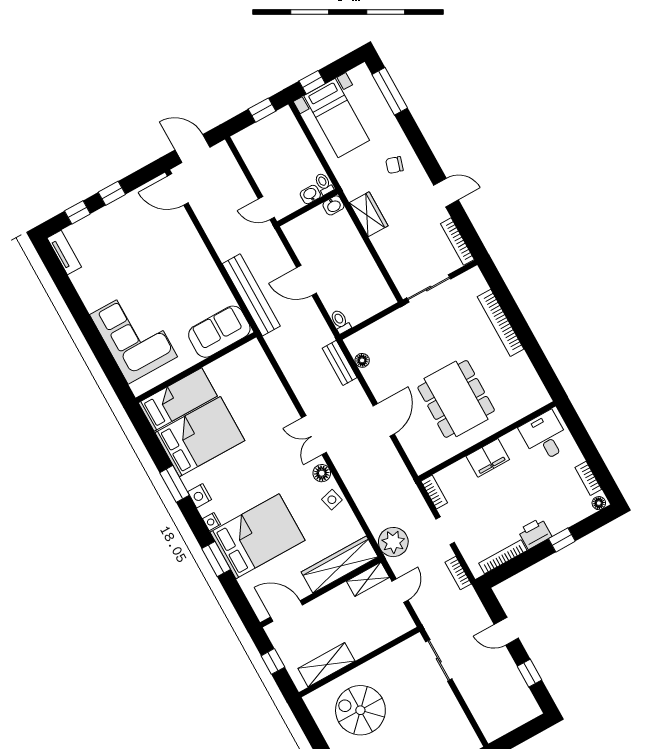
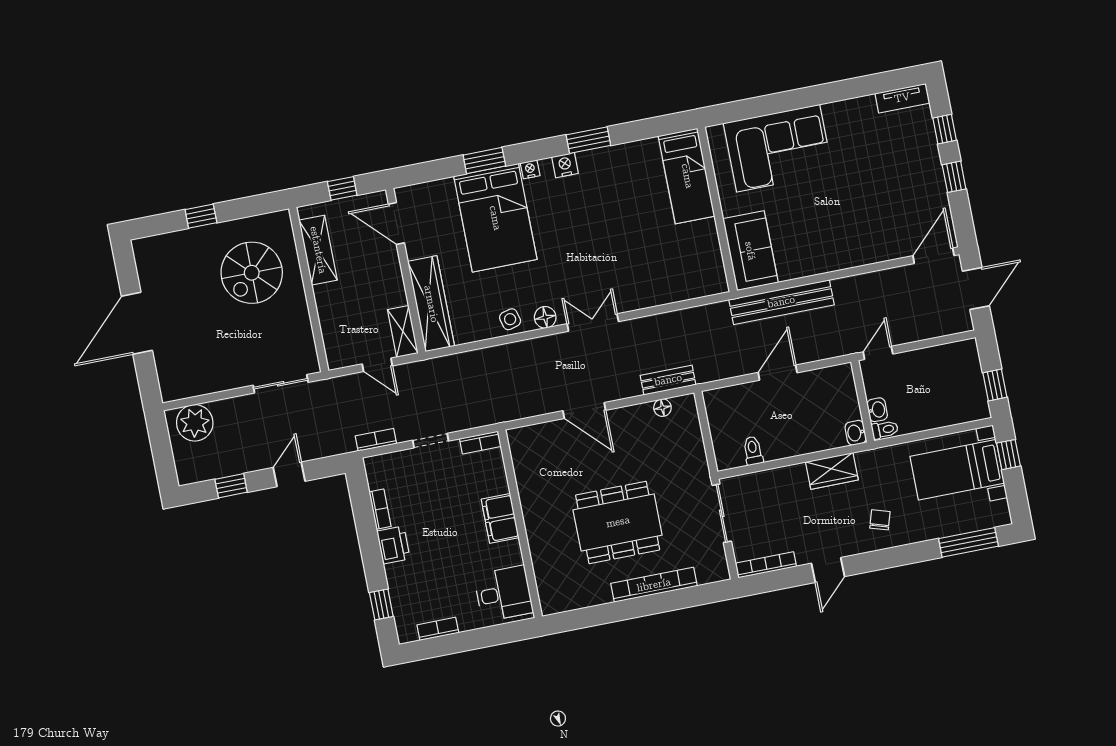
toilet: (340, 321) -> (753, 451), moved, turned -90
dining table: (456, 399) -> (618, 522), moved
bed: (200, 437) -> (635, 188), removed
floor lamp: (599, 503) -> (405, 632), removed
window: (562, 540) -> (381, 604), moved
plant: (393, 542) -> (195, 423), moved
bookcase: (503, 557) -> (380, 509), width x0.64
door: (287, 611) -> (396, 224), swing flipped
spiral stairs: (360, 710) -> (252, 273), turned 180

